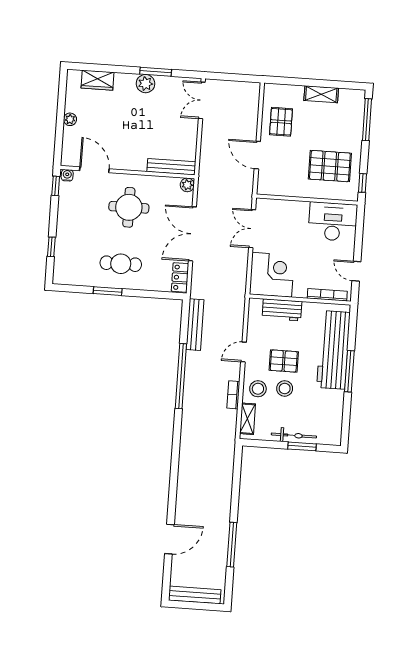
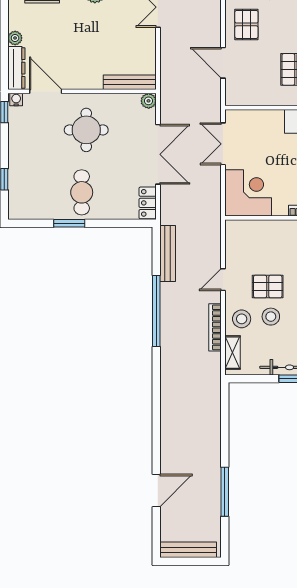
dresser: (69, 147) -> (16, 68), added
double door: (192, 234) -> (158, 154), swing flipped
cafe table: (121, 264) -> (82, 192), turned 90
workbench: (282, 310) -> (262, 231), removed
bookcase: (233, 395) -> (215, 327), width x1.56

